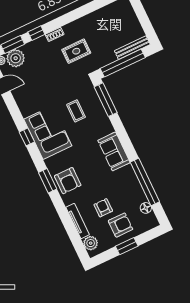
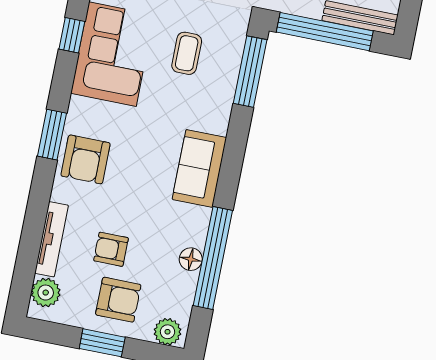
armchair: (103, 208) -> (111, 249), turned -90
floor lamp: (146, 208) -> (191, 259), moved
plant: (149, 223) -> (168, 332), added

